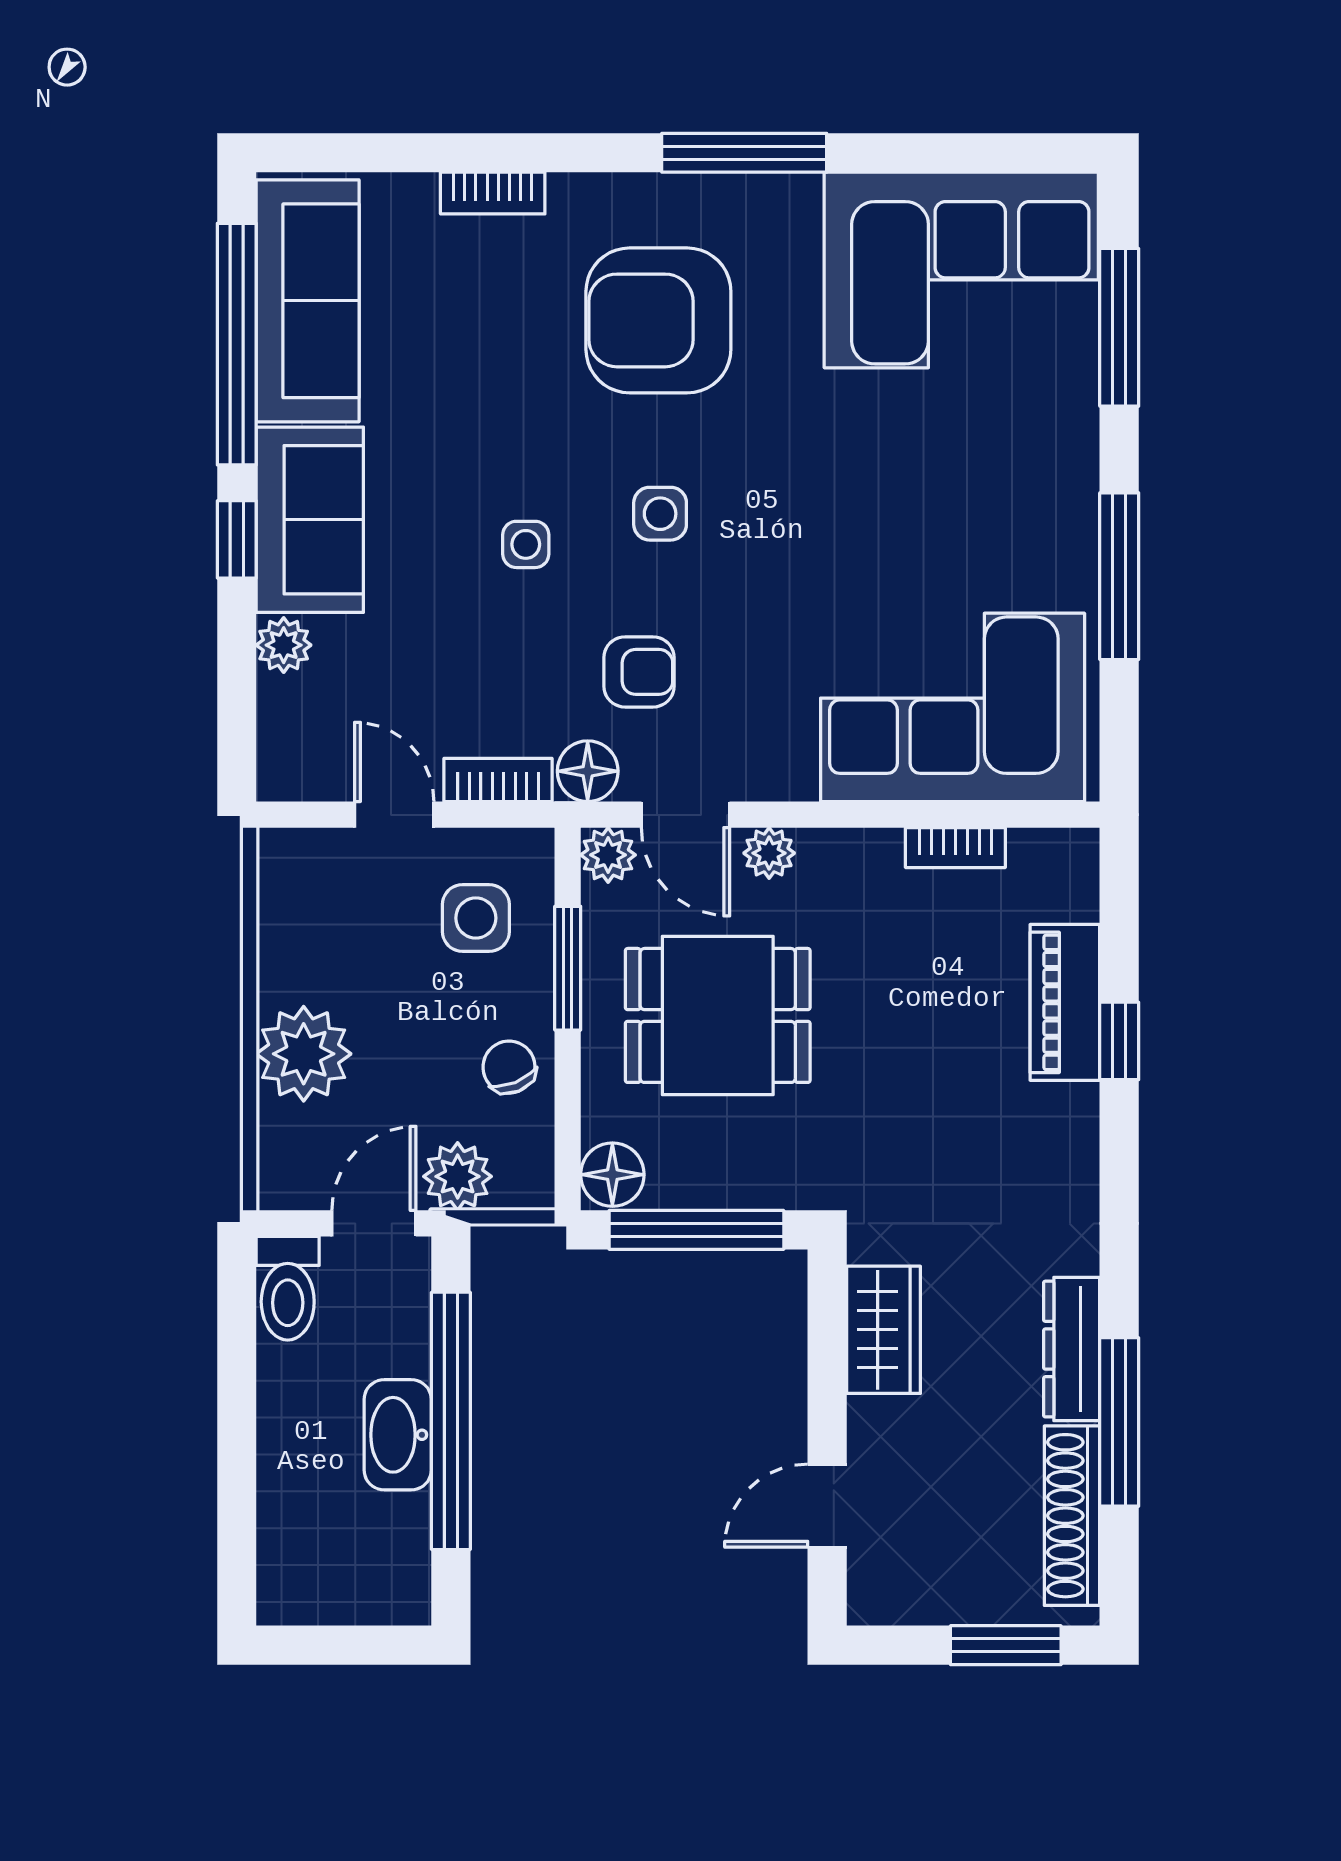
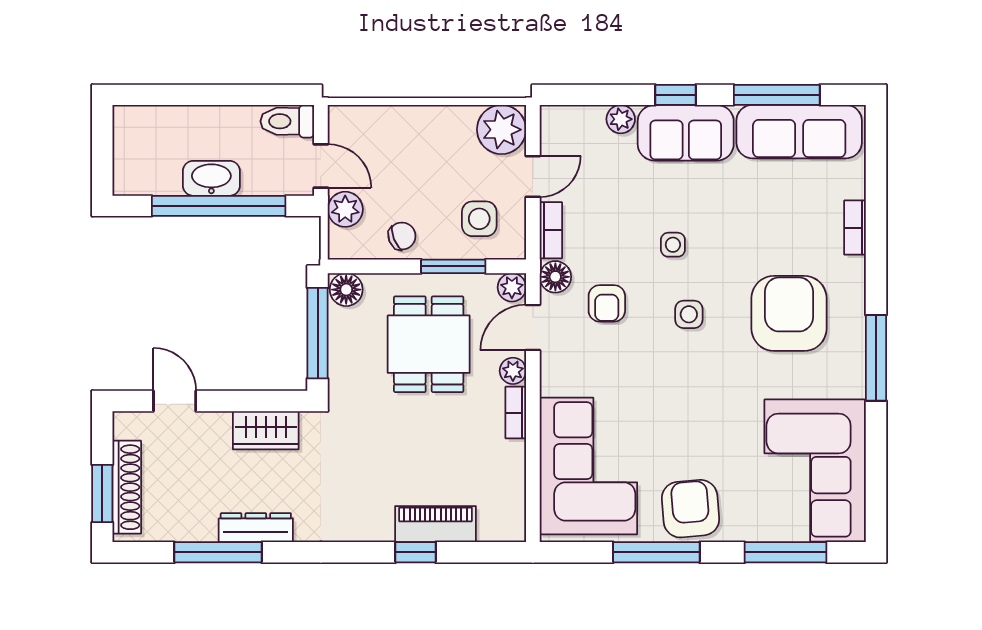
window: (237, 344) -> (777, 95), width x0.68
armchair: (1035, 510) -> (690, 509), added
bookcase: (955, 848) -> (516, 413), moved
plant: (304, 1054) -> (502, 130), moved
shoe rack: (1072, 1516) -> (127, 487), moved, turned 90

